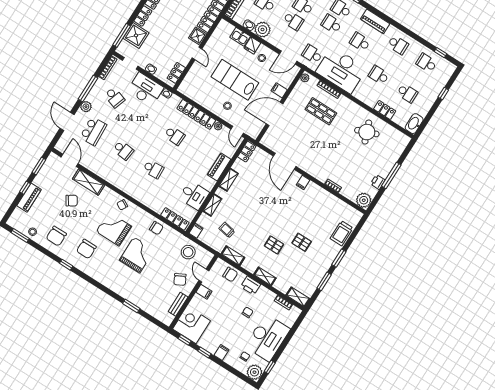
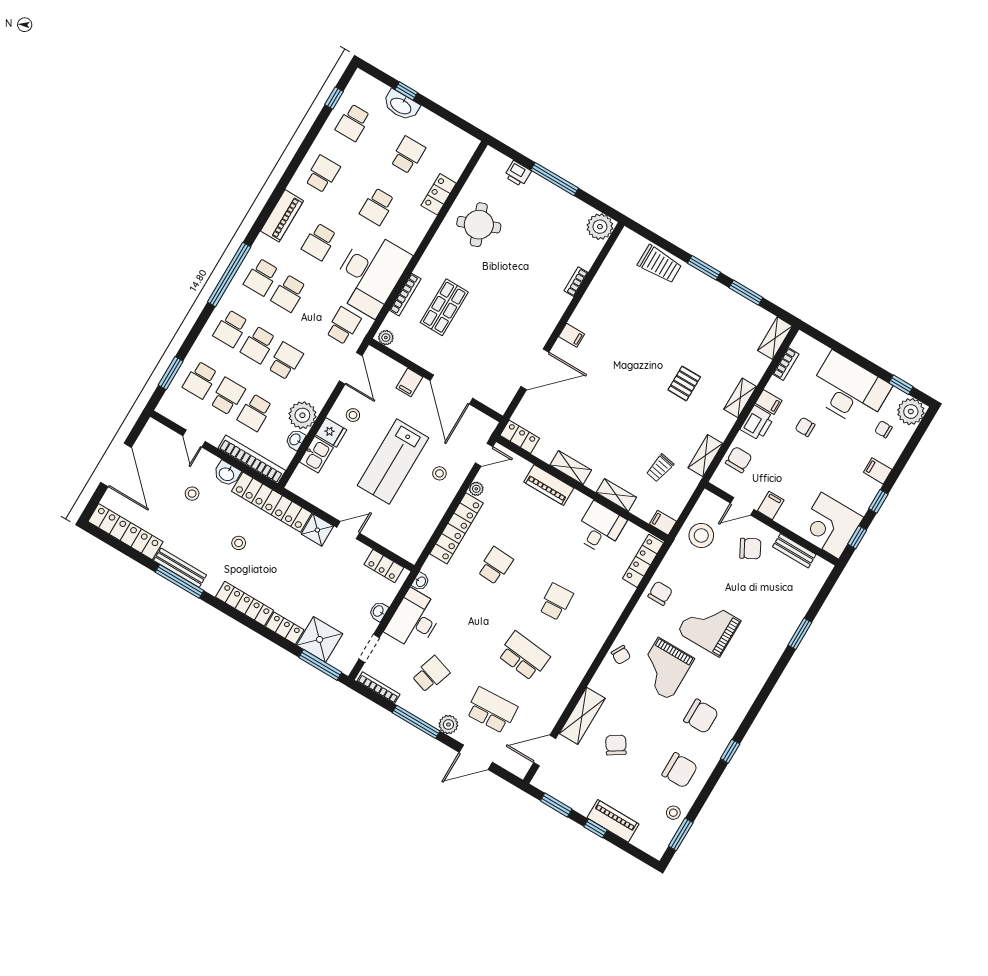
school desk: (312, 54) -> (343, 326), turned 180
washbasin: (414, 124) -> (401, 105), moved
school desk: (123, 150) -> (524, 656), width x1.85
printer: (378, 182) -> (518, 174), moved
pallet: (302, 242) -> (678, 335), removed
filing cabinet: (262, 292) -> (769, 402), added

